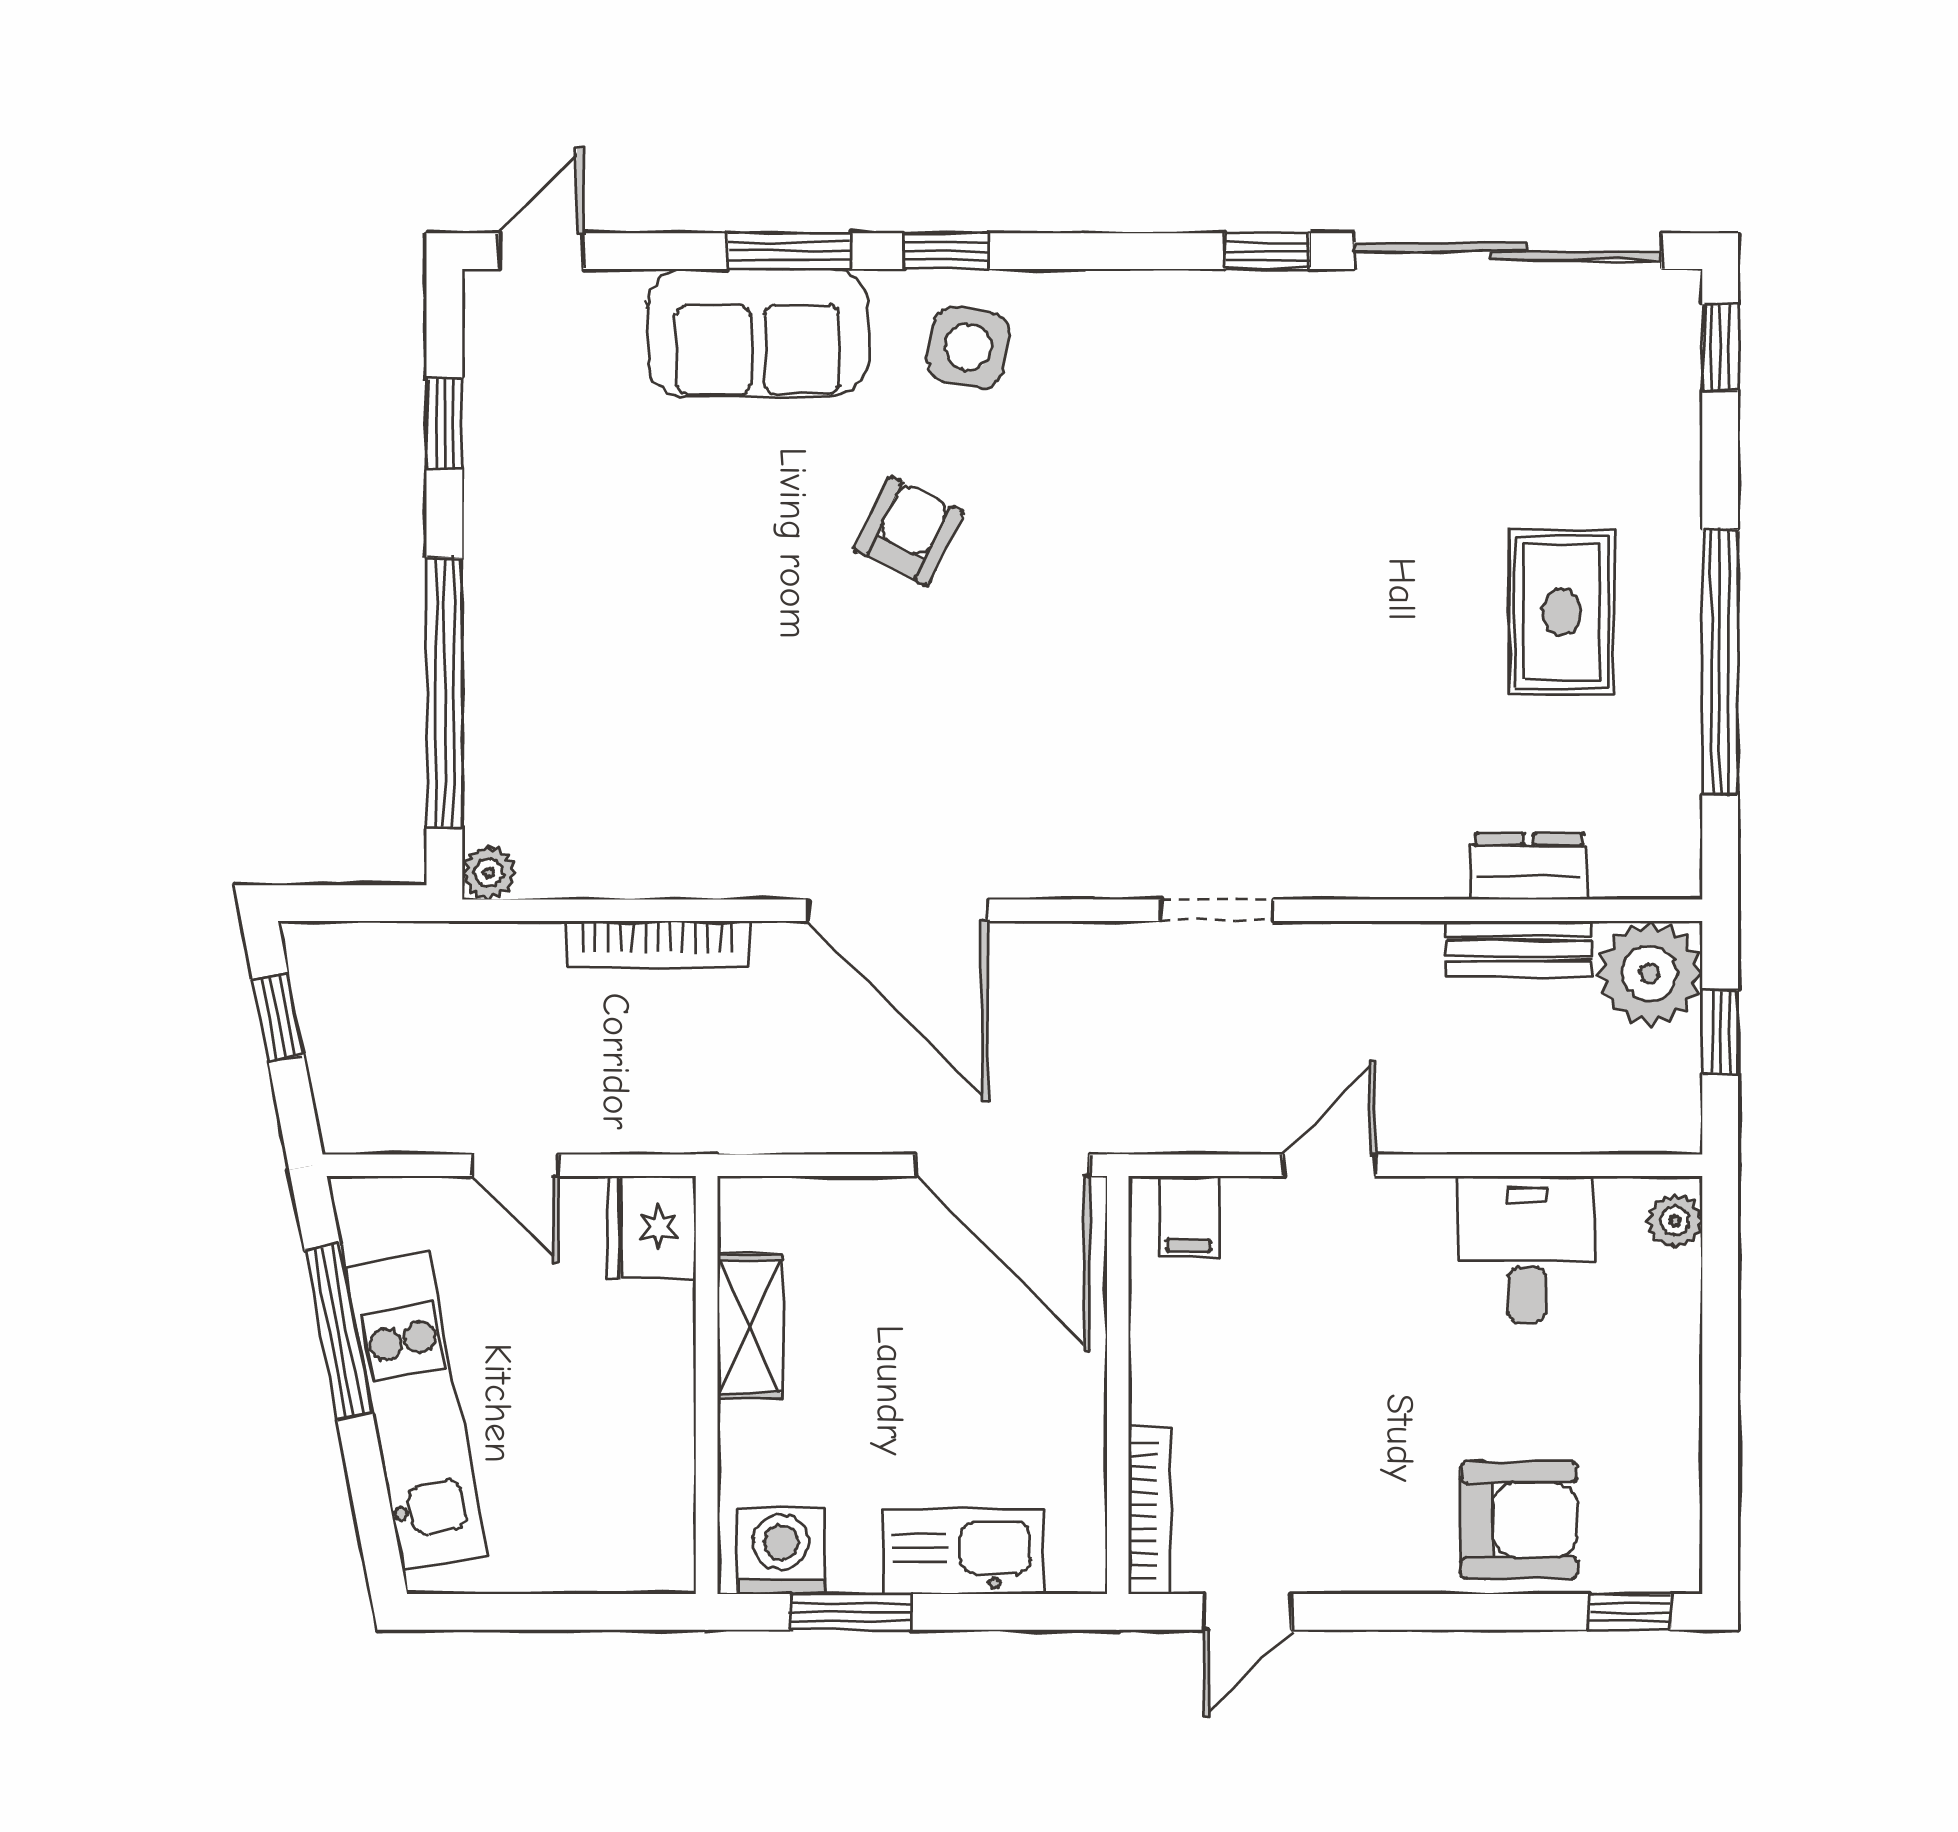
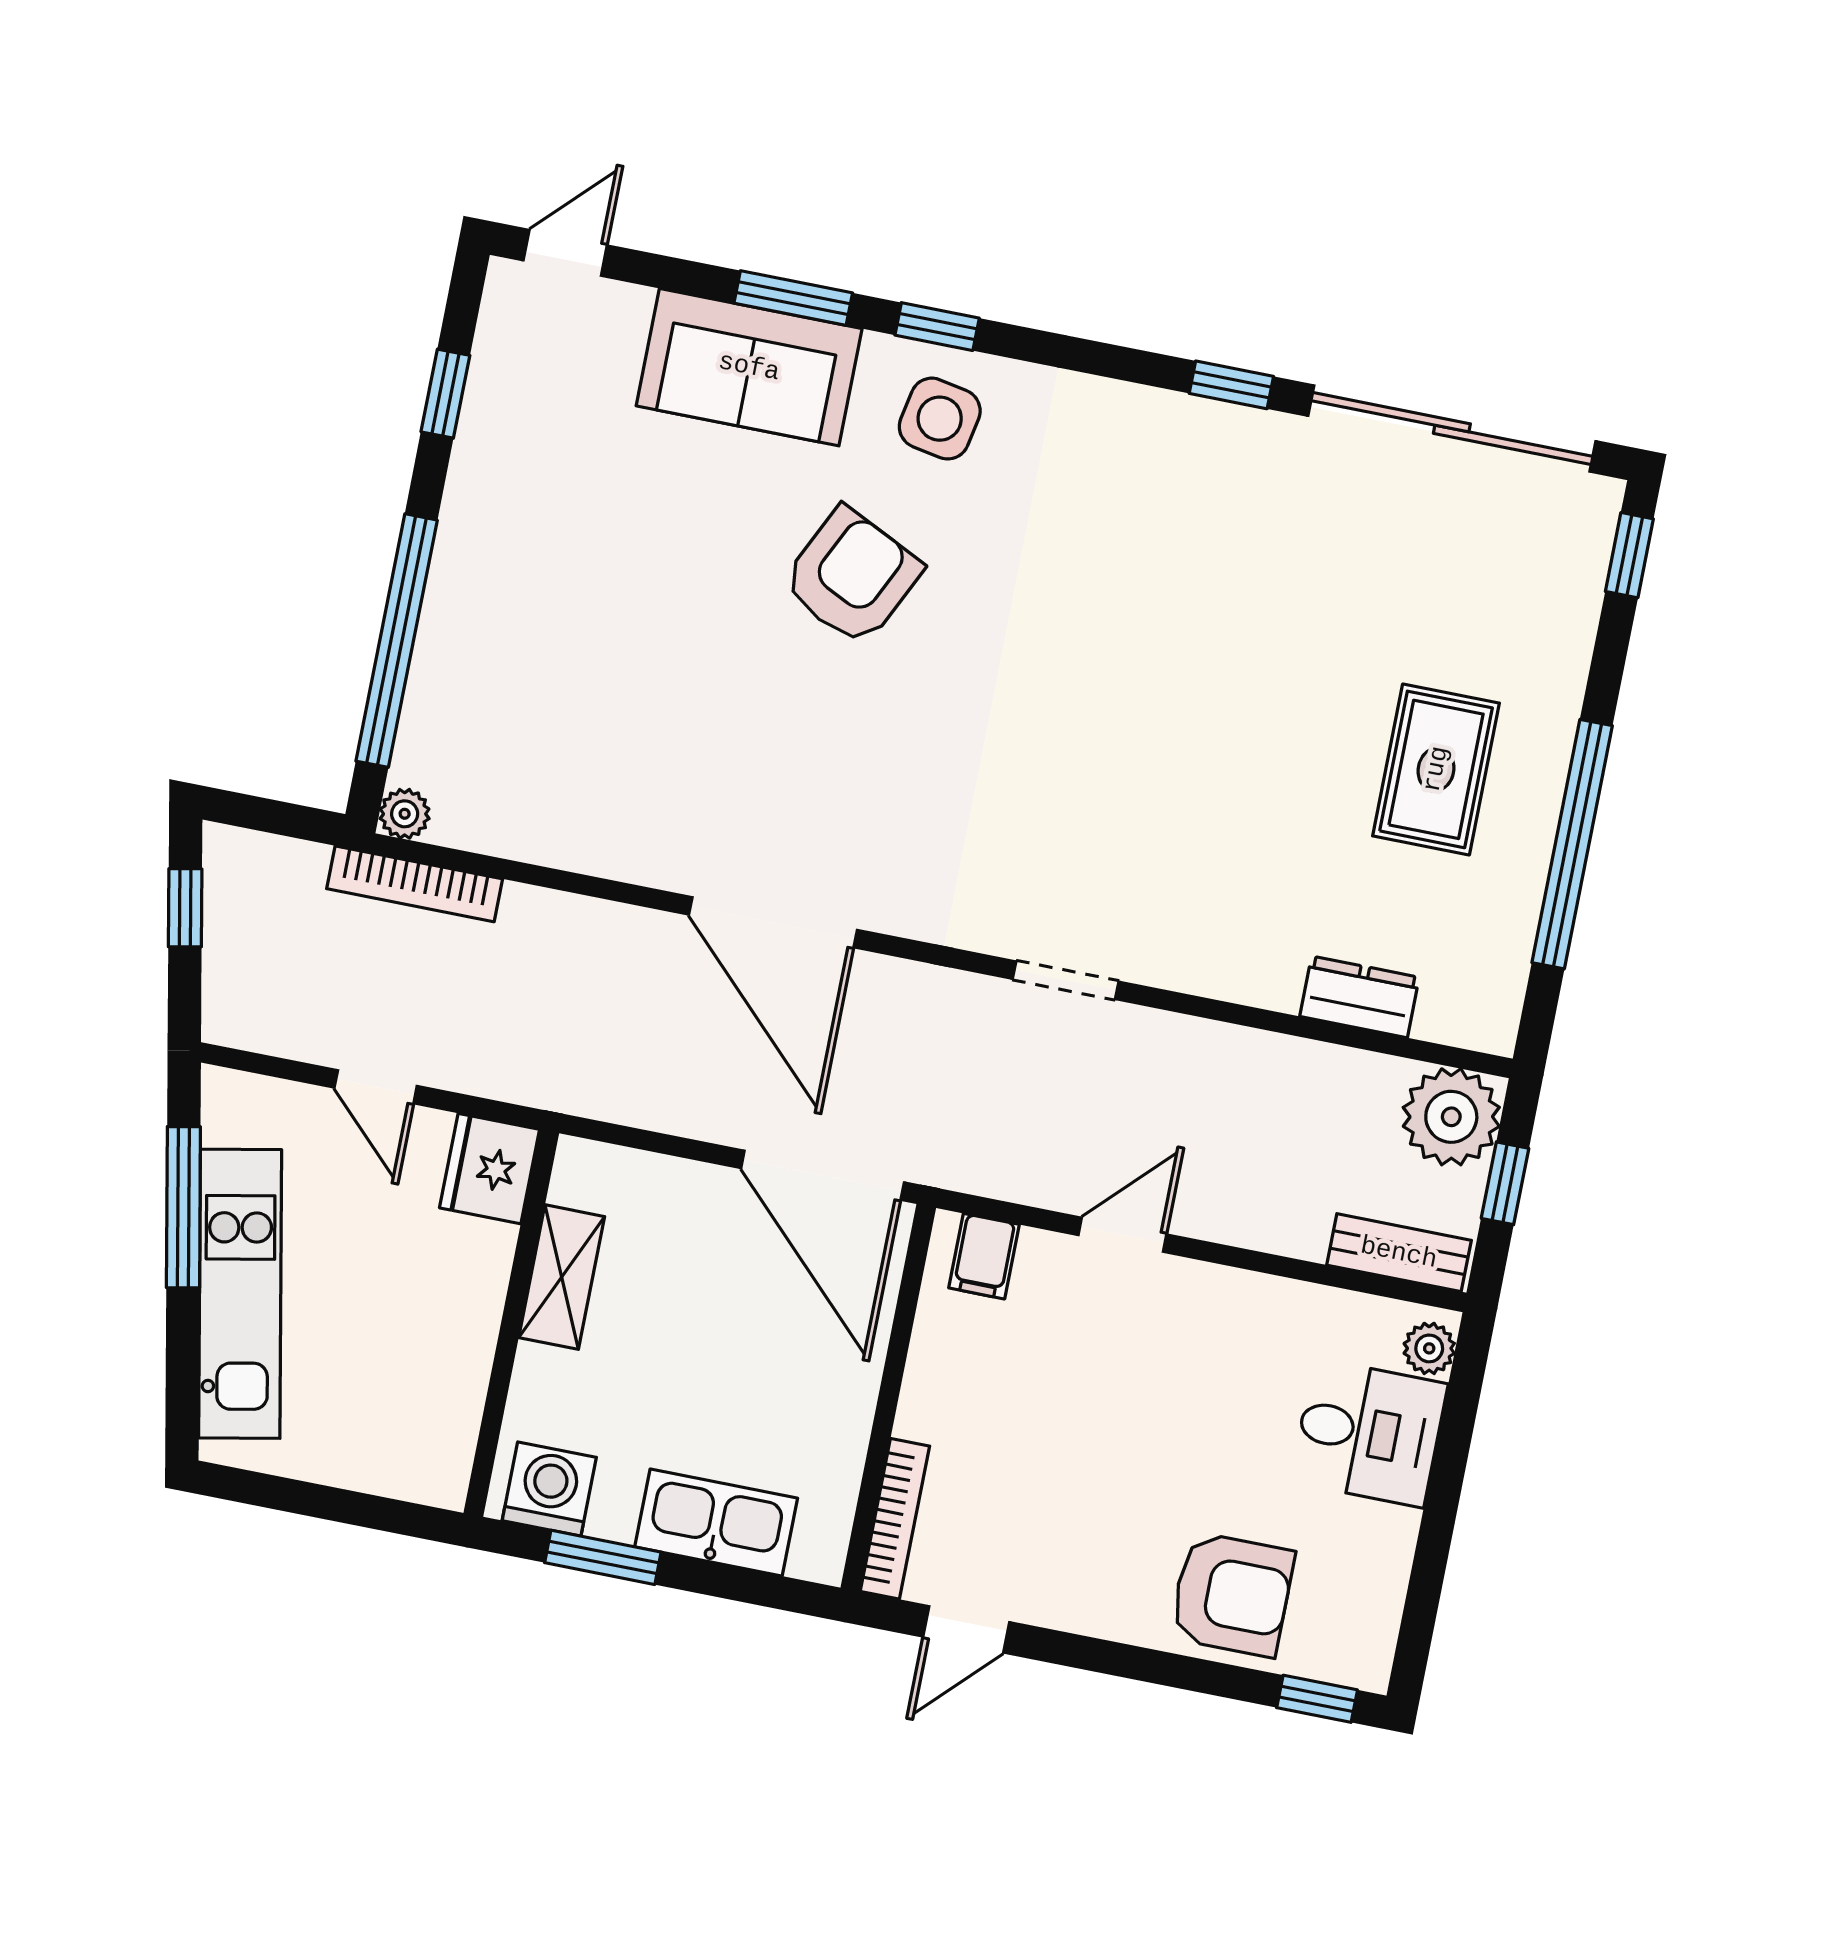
armchair: (909, 531) -> (852, 576), width x1.38, depth x1.38
bookcase: (658, 944) -> (415, 884), moved
bench: (1518, 949) -> (1399, 1253), moved
desk: (1527, 1249) -> (1369, 1433), moved, turned 90

